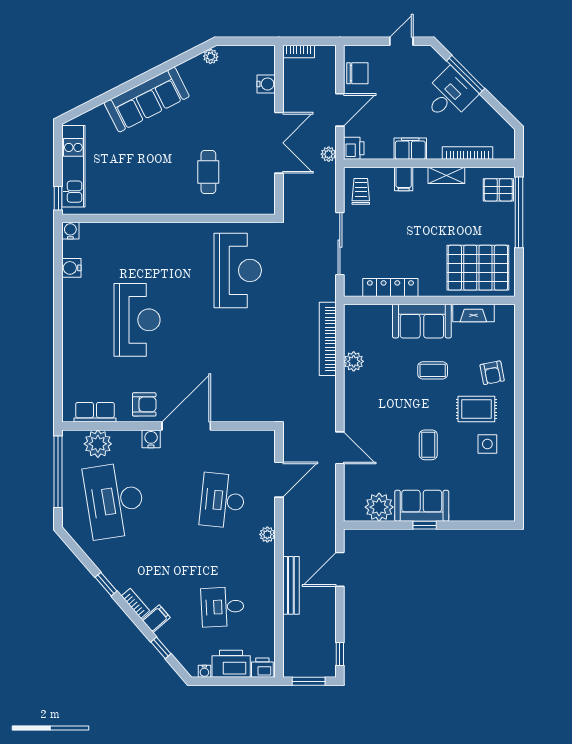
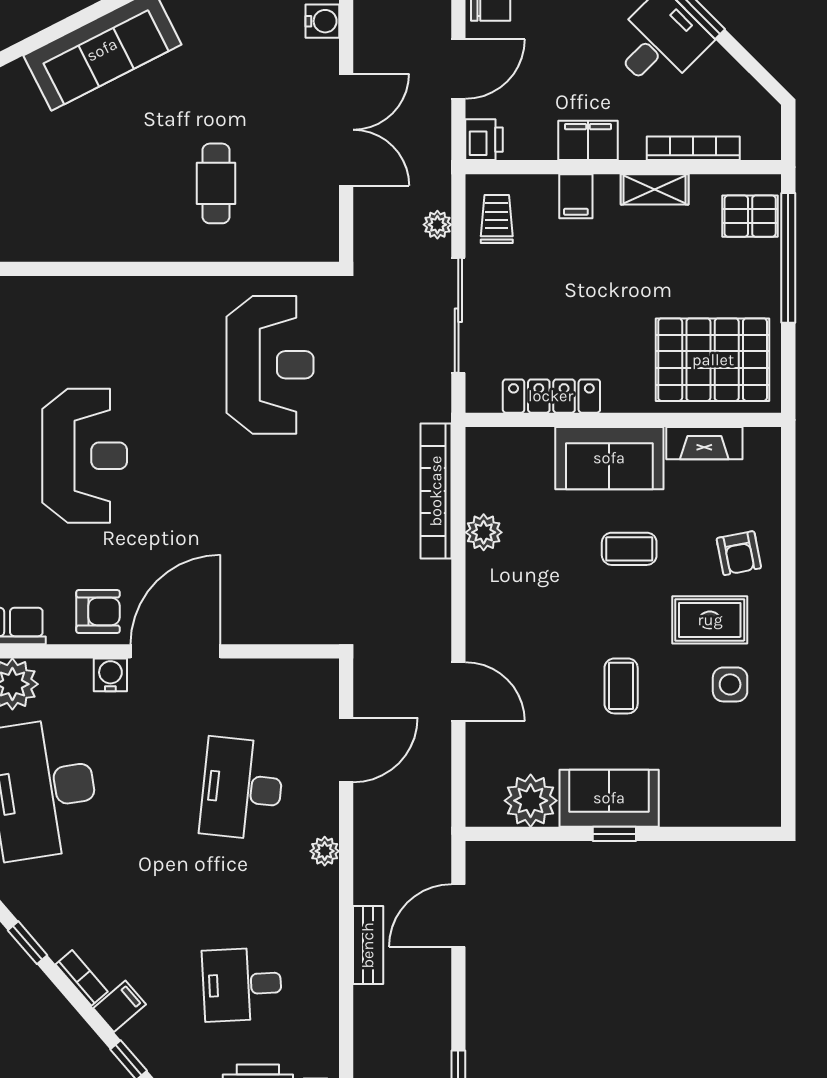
plant: (329, 154) -> (437, 225), moved
bench: (291, 585) -> (368, 945), width x0.73

